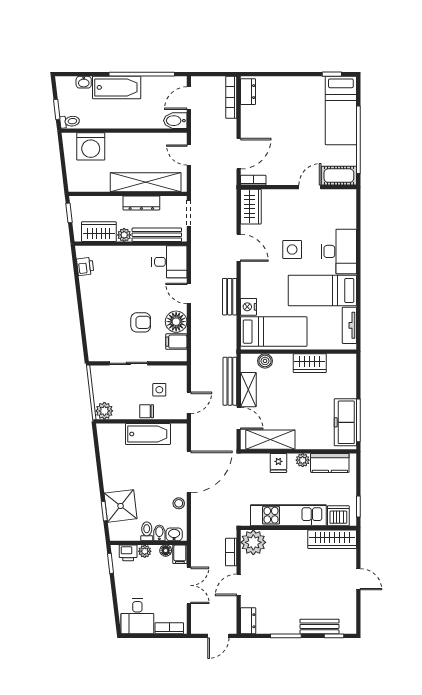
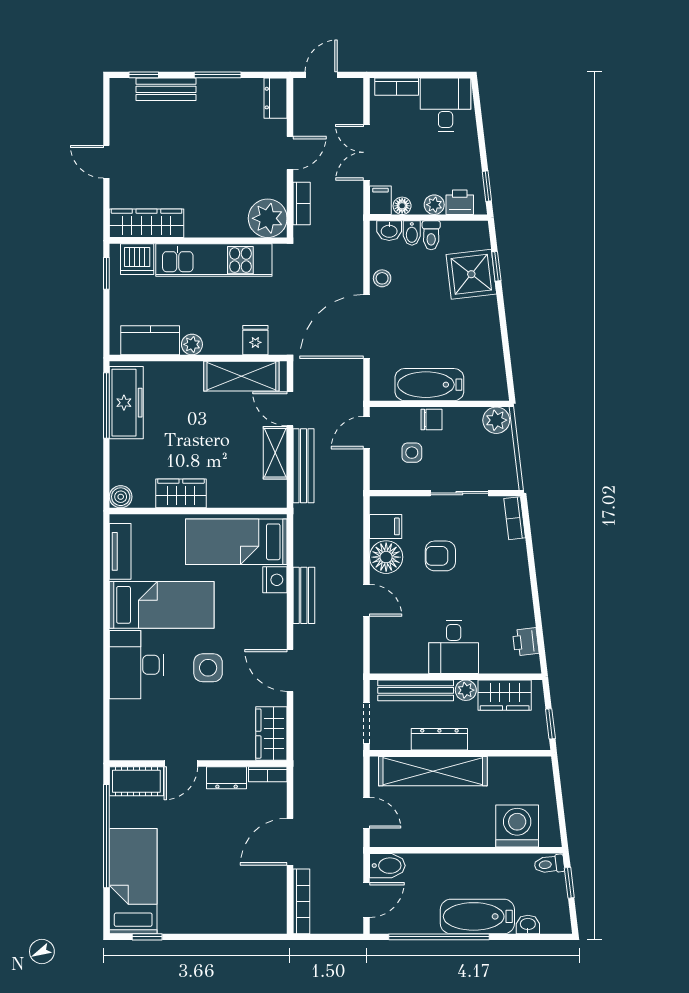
dresser: (248, 92) -> (227, 778), moved, turned -90
door: (239, 154) -> (290, 842), moved
desk: (169, 262) -> (454, 647), moved, turned -90
bookcase: (92, 347) -> (515, 518), added
boiler: (265, 361) -> (121, 497), moved
fridge: (278, 463) -> (255, 340), moved

